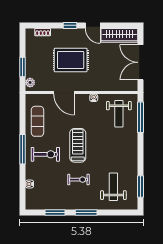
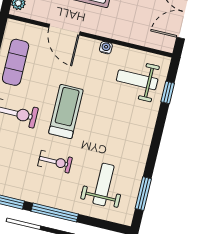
weight bench: (119, 114) -> (137, 80), turned 90
window: (141, 117) -> (168, 92), width x0.46
window: (86, 212) -> (55, 213), width x1.44

